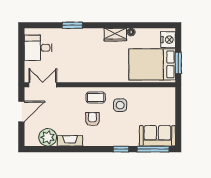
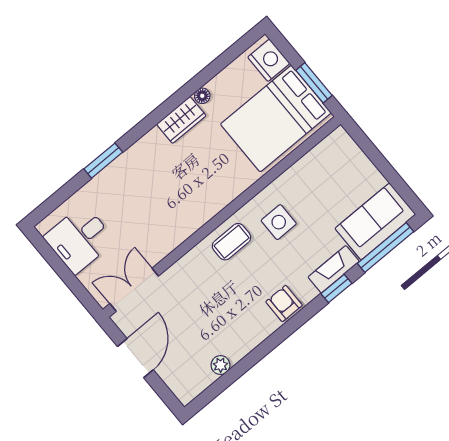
armchair: (92, 119) -> (284, 303), moved
plant: (48, 137) -> (220, 365), width x0.53, depth x0.53
fireplace: (70, 141) -> (334, 269), moved

